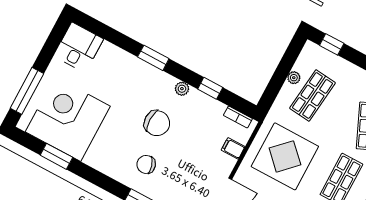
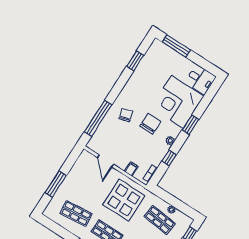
corner desk: (68, 119) -> (177, 102), moved, turned 180
chair: (157, 123) -> (150, 124), turned 180

